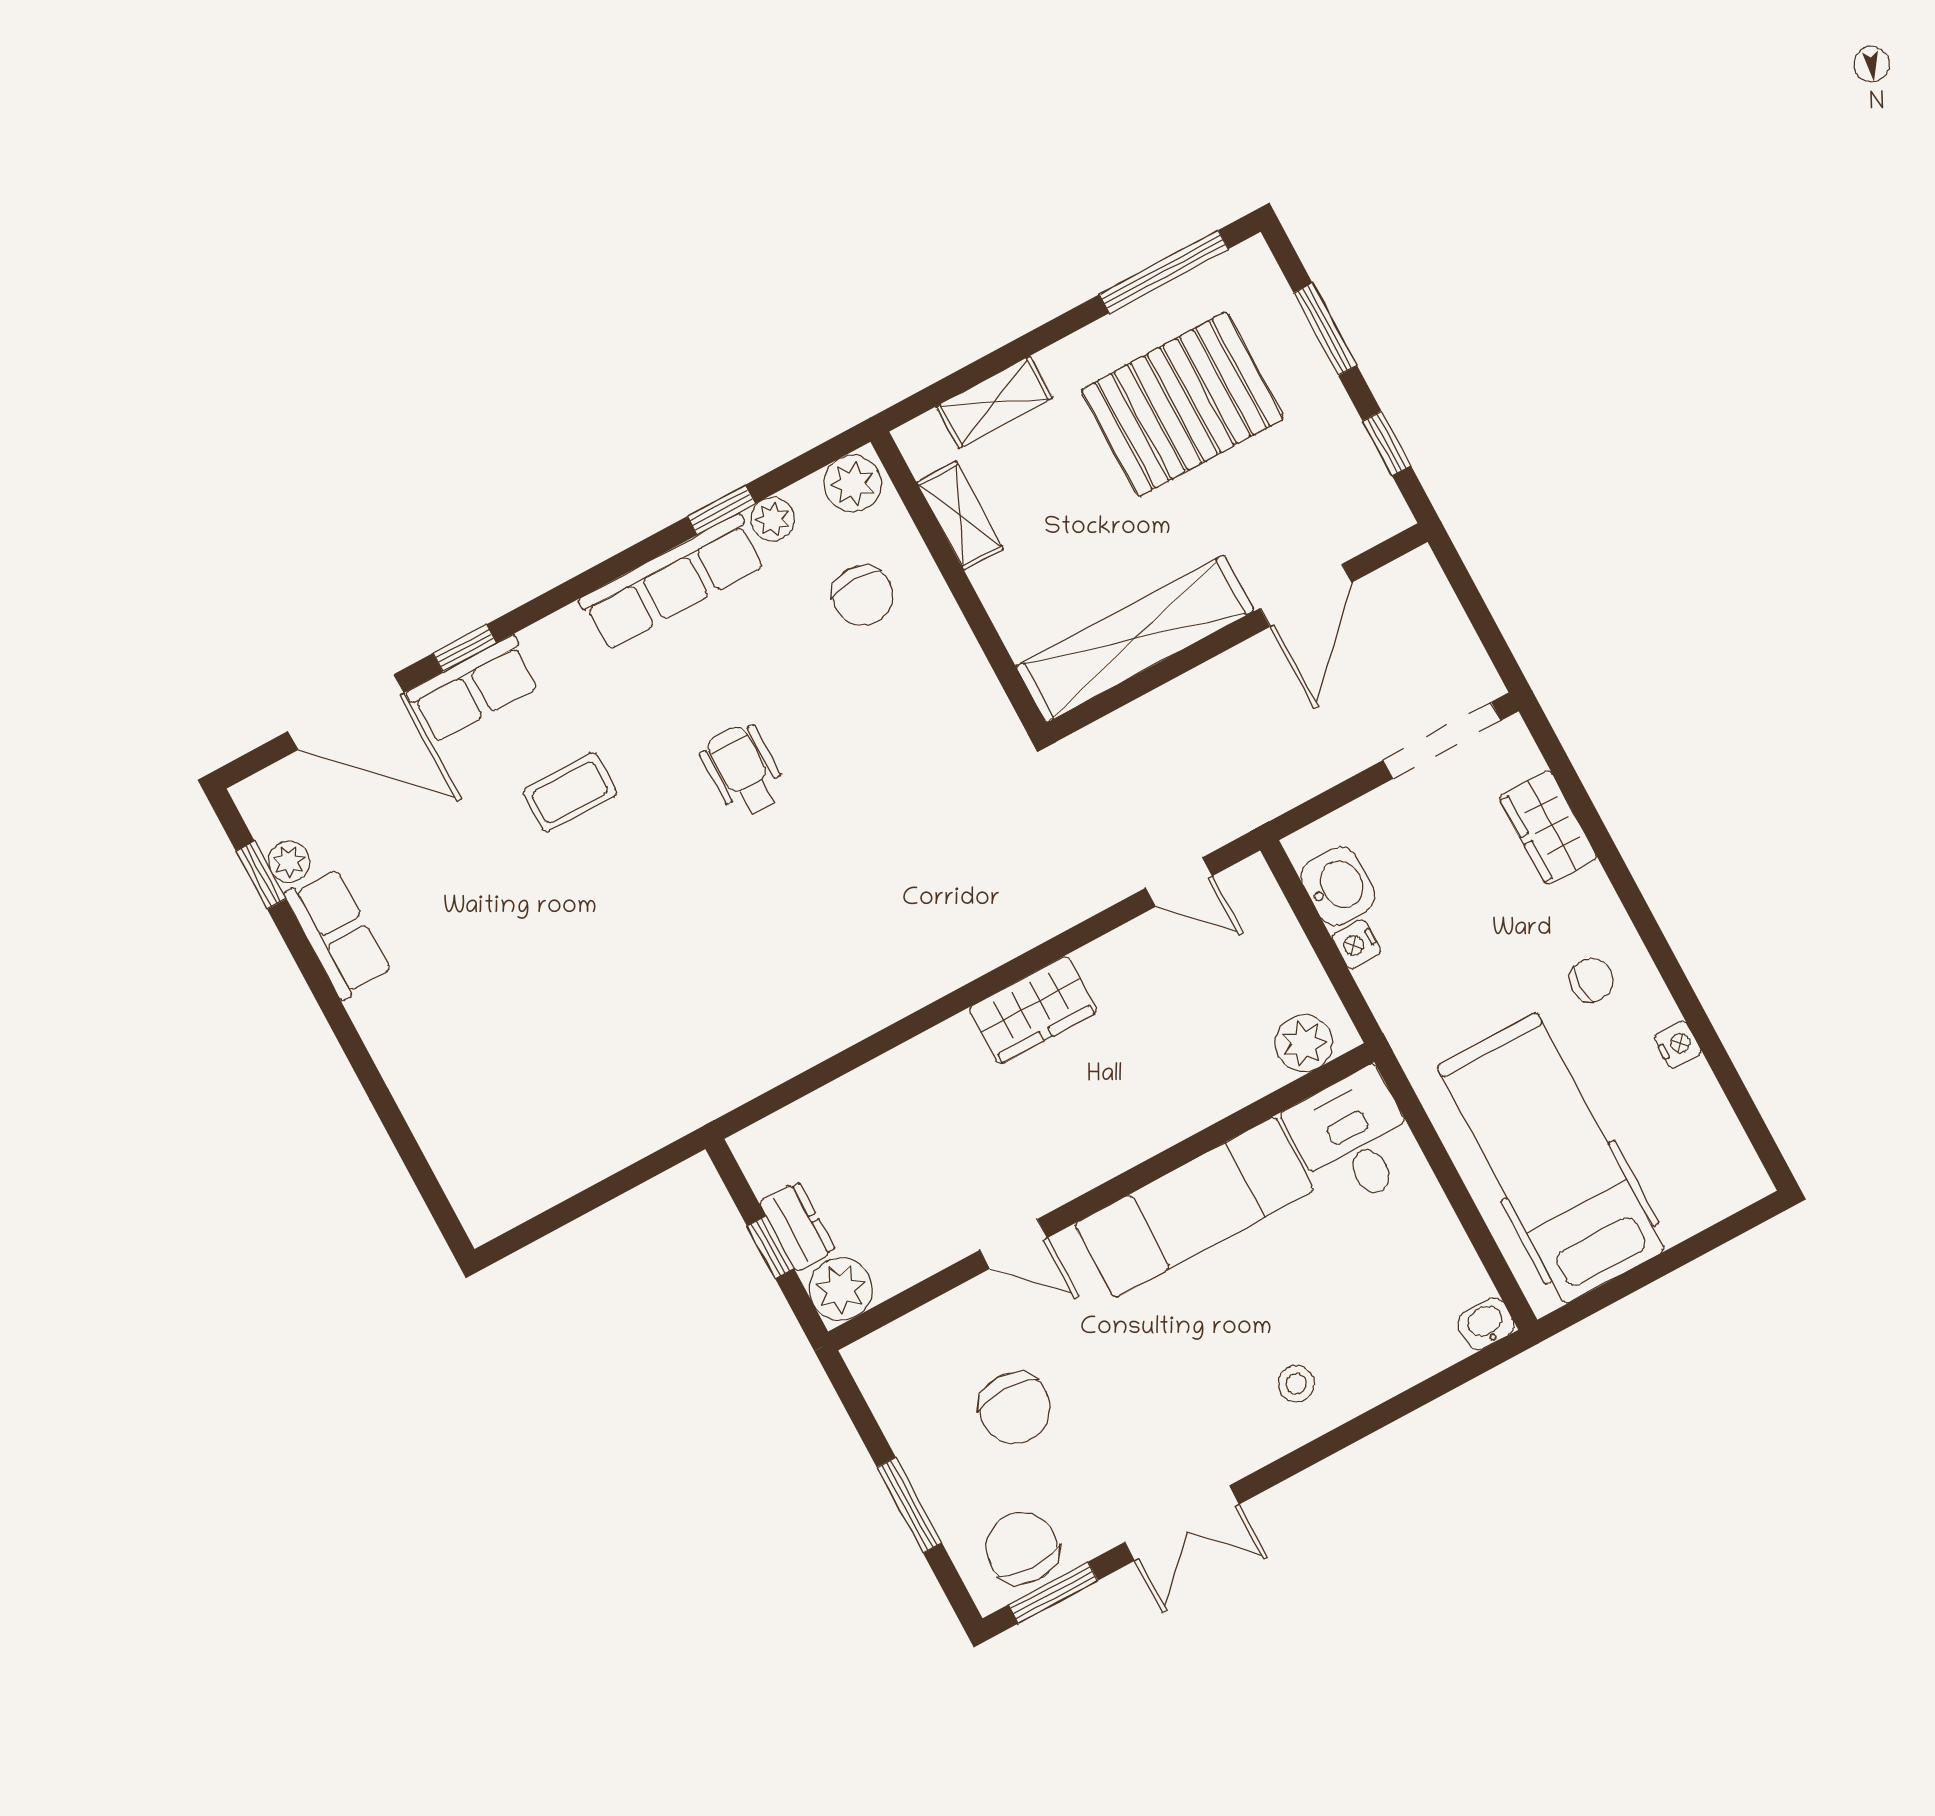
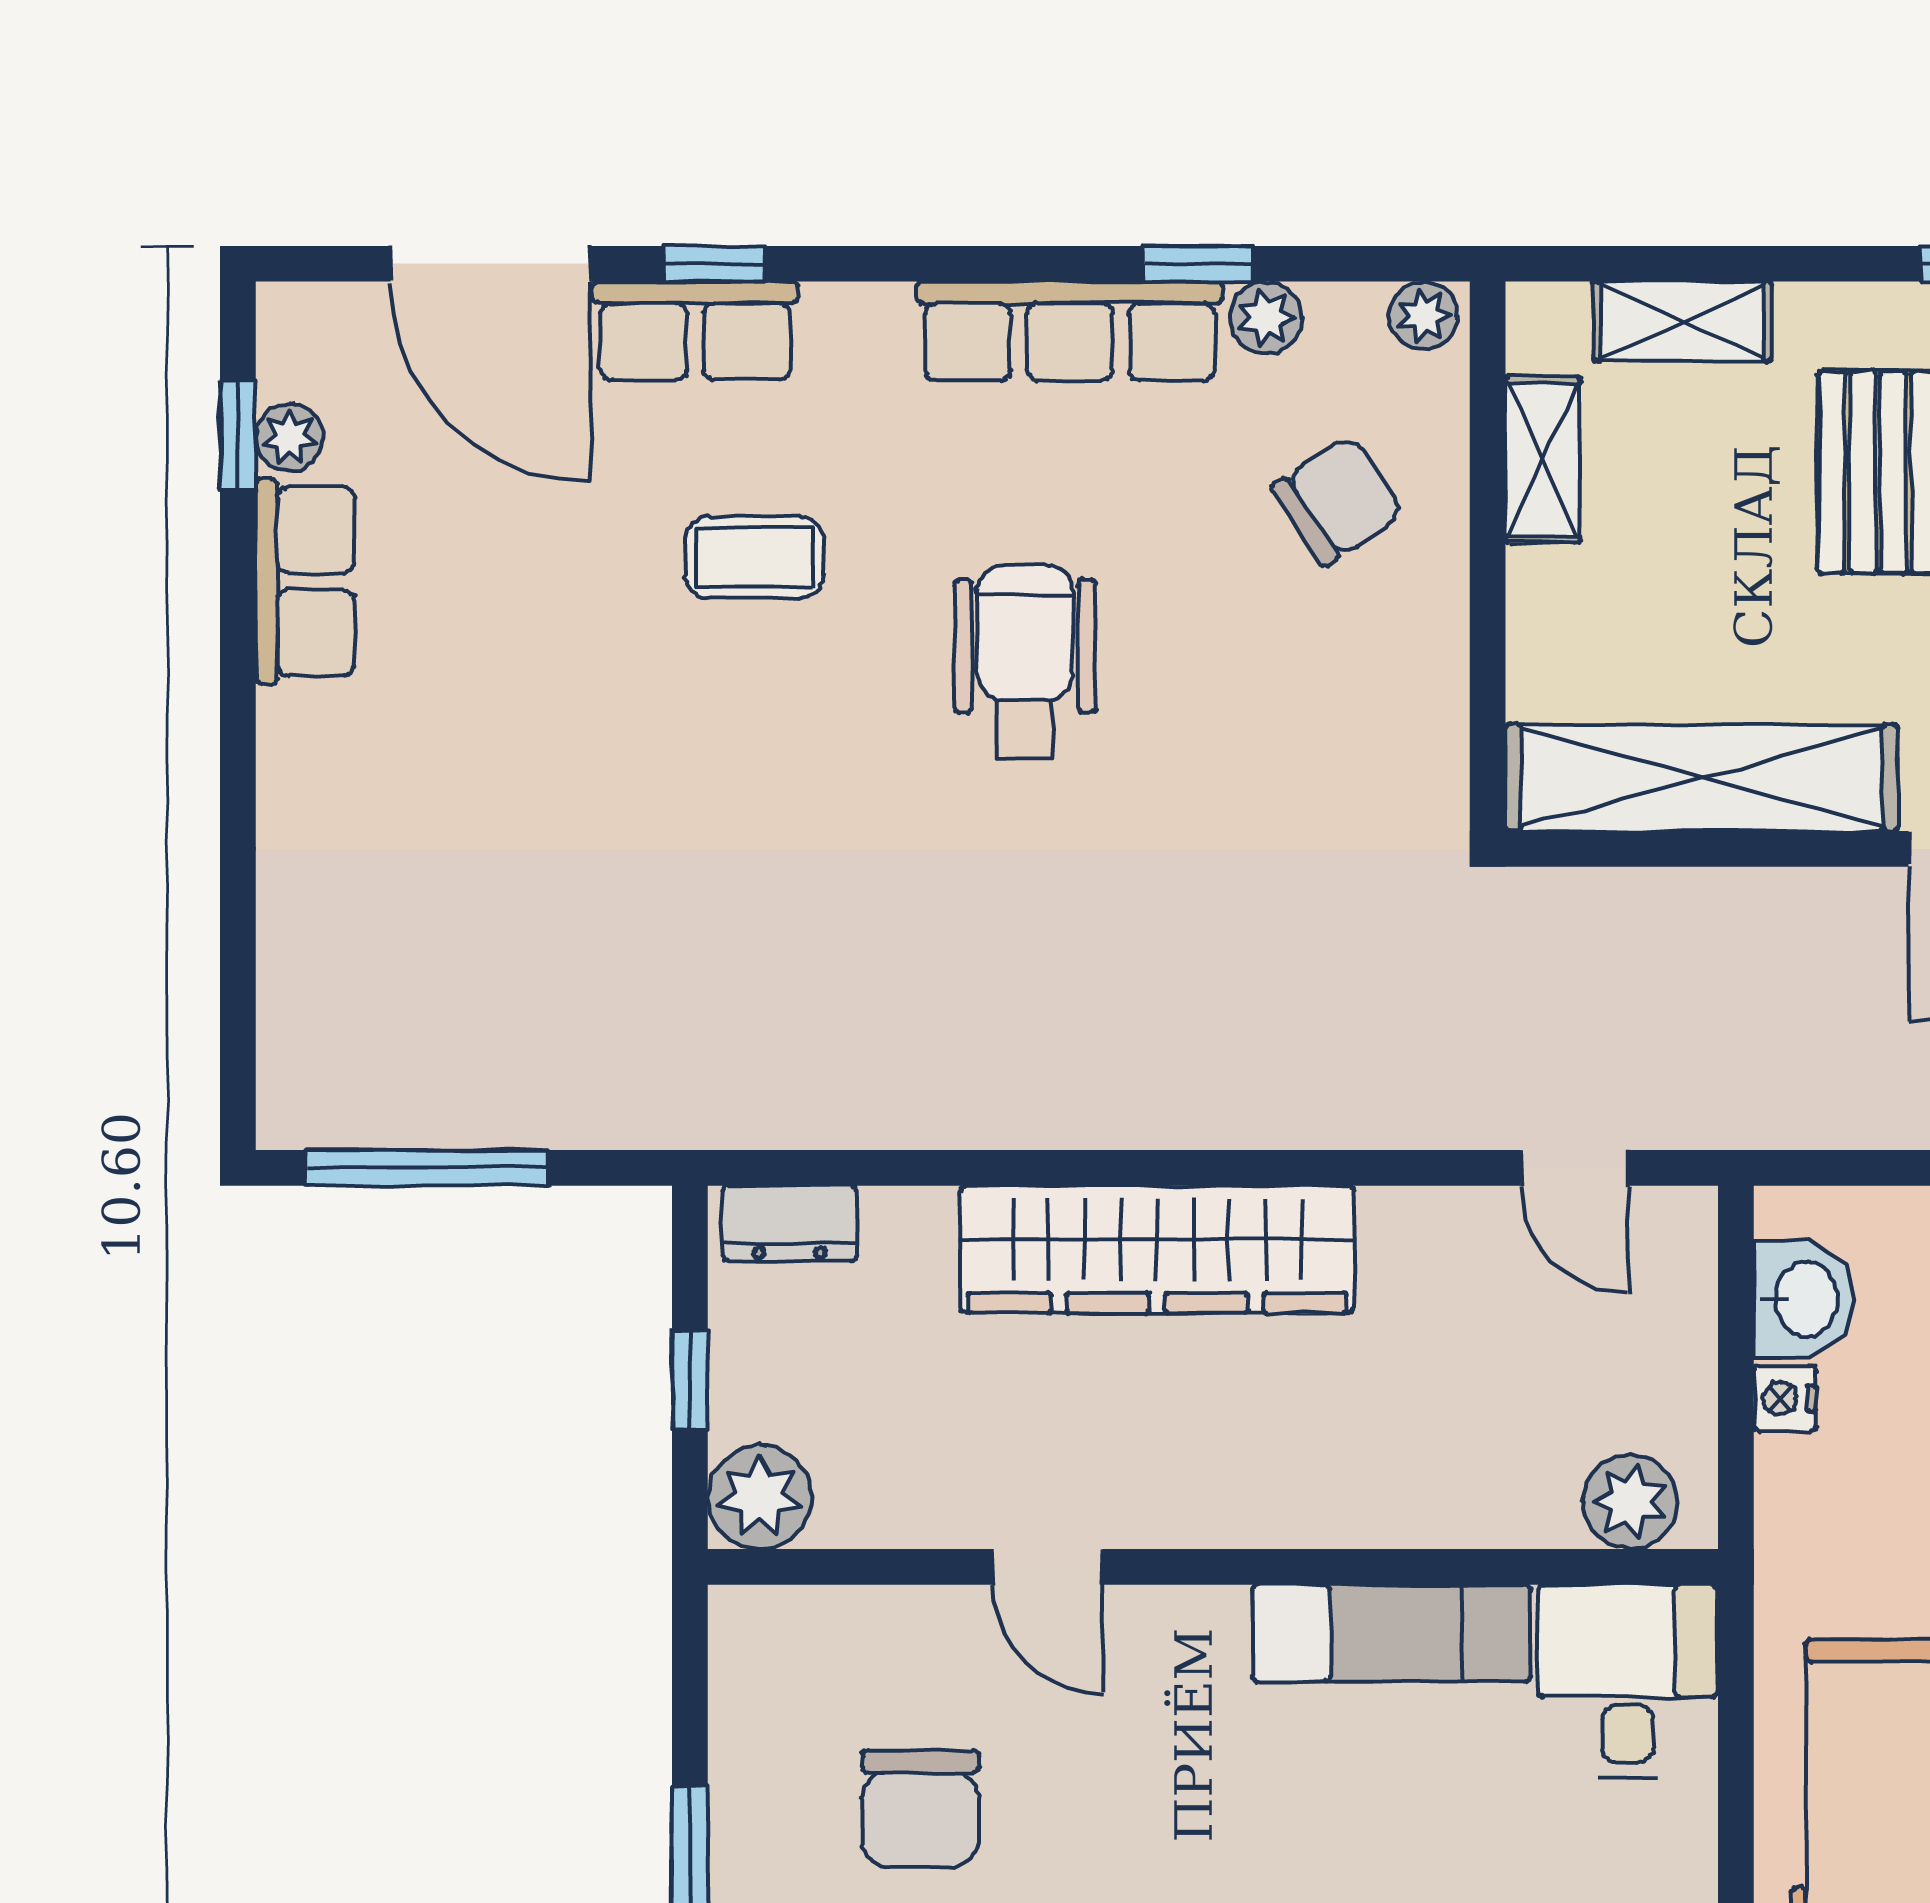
plant: (853, 484) -> (1424, 316), width x0.73, depth x0.73
chair: (863, 595) -> (1338, 500), turned -123
wheelchair: (743, 771) -> (1025, 662), width x1.36, depth x1.37
wardrobe: (1033, 1010) -> (1157, 1249), width x2.10, depth x1.17
exam couch: (1194, 1207) -> (1392, 1633), width x0.73, depth x0.69
window: (571, 1210) -> (427, 1168), added
dresser: (797, 1226) -> (790, 1223), moved, turned 90

